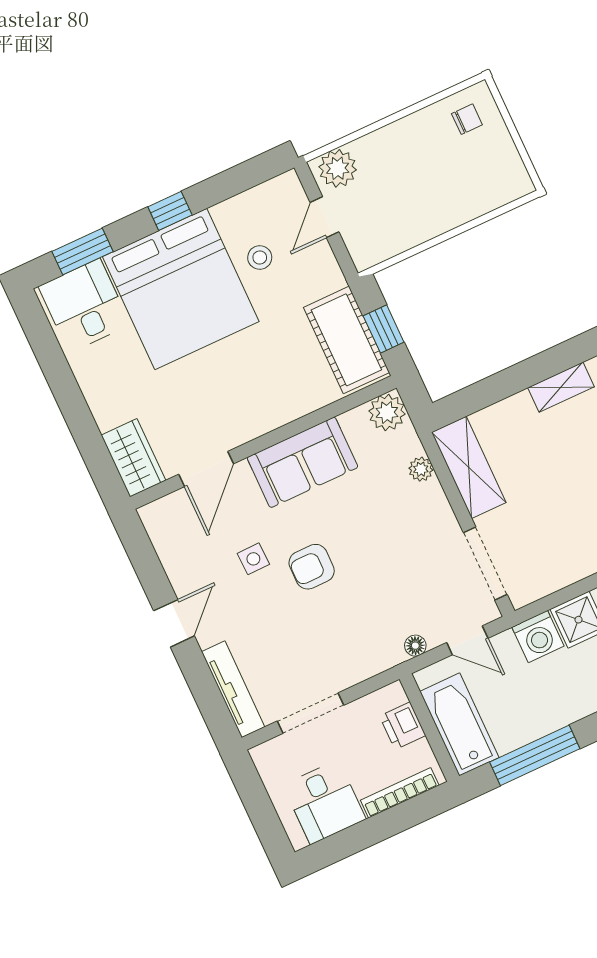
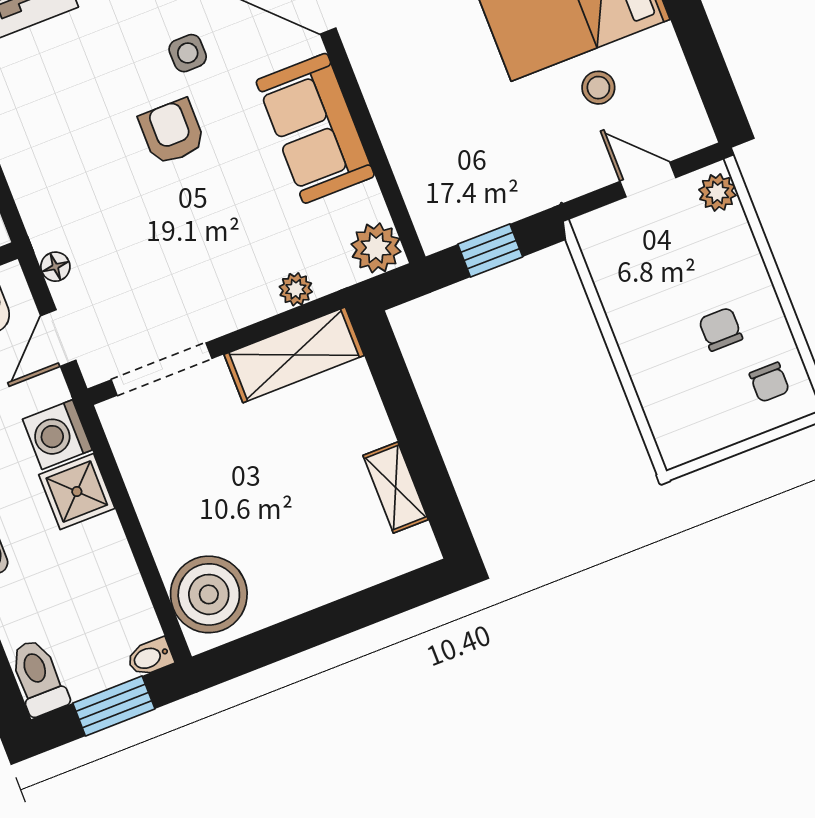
chair: (430, 157) -> (721, 329), added
plant: (338, 168) -> (717, 192), width x0.73, depth x0.73
cot: (346, 340) -> (478, 199), removed

